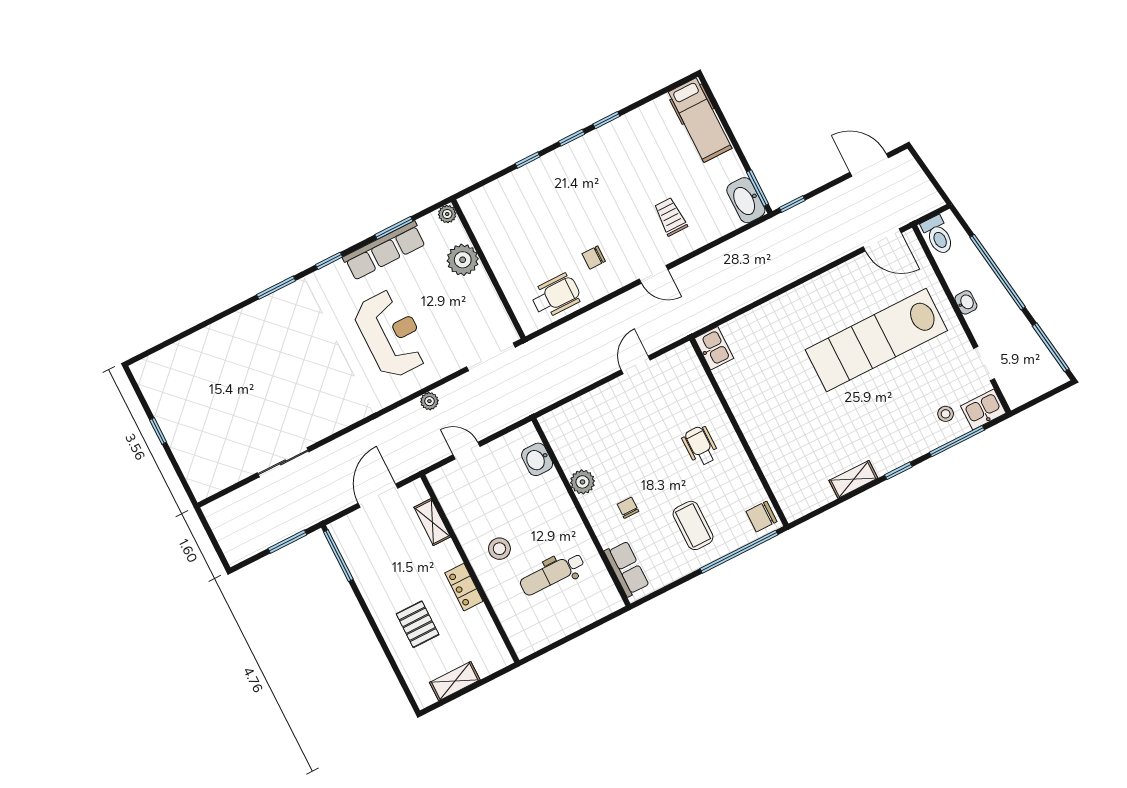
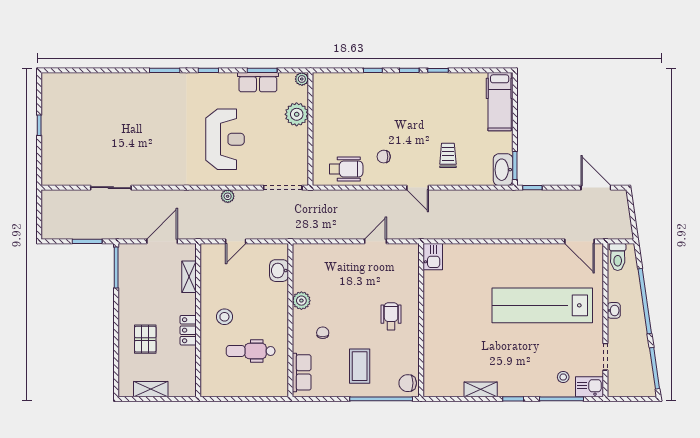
row of seats: (384, 251) -> (258, 82), width x0.68
door: (467, 451) -> (236, 241), swing flipped

